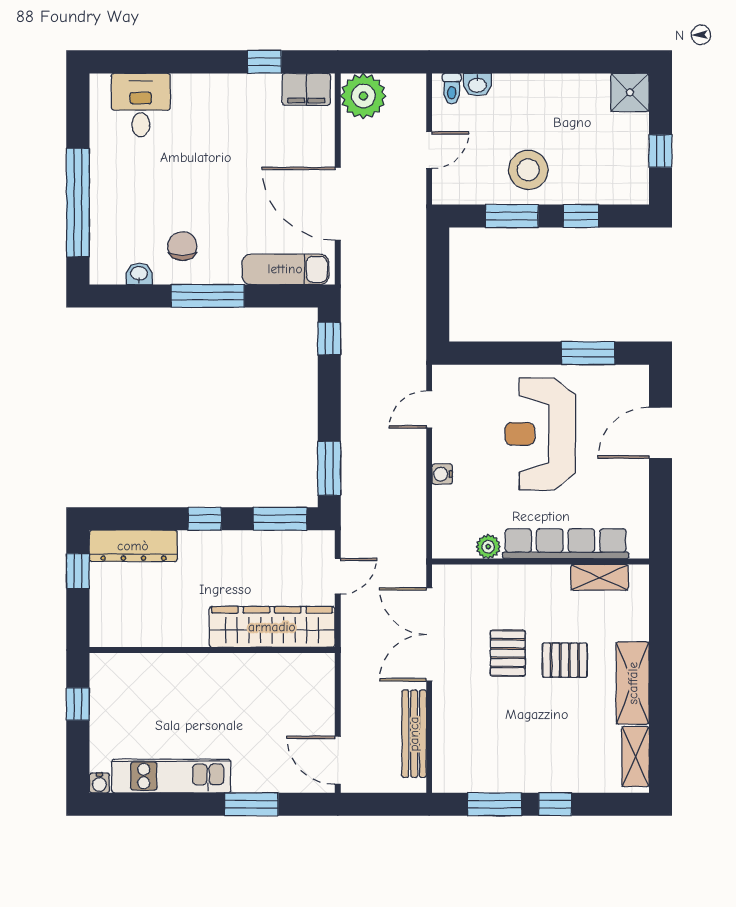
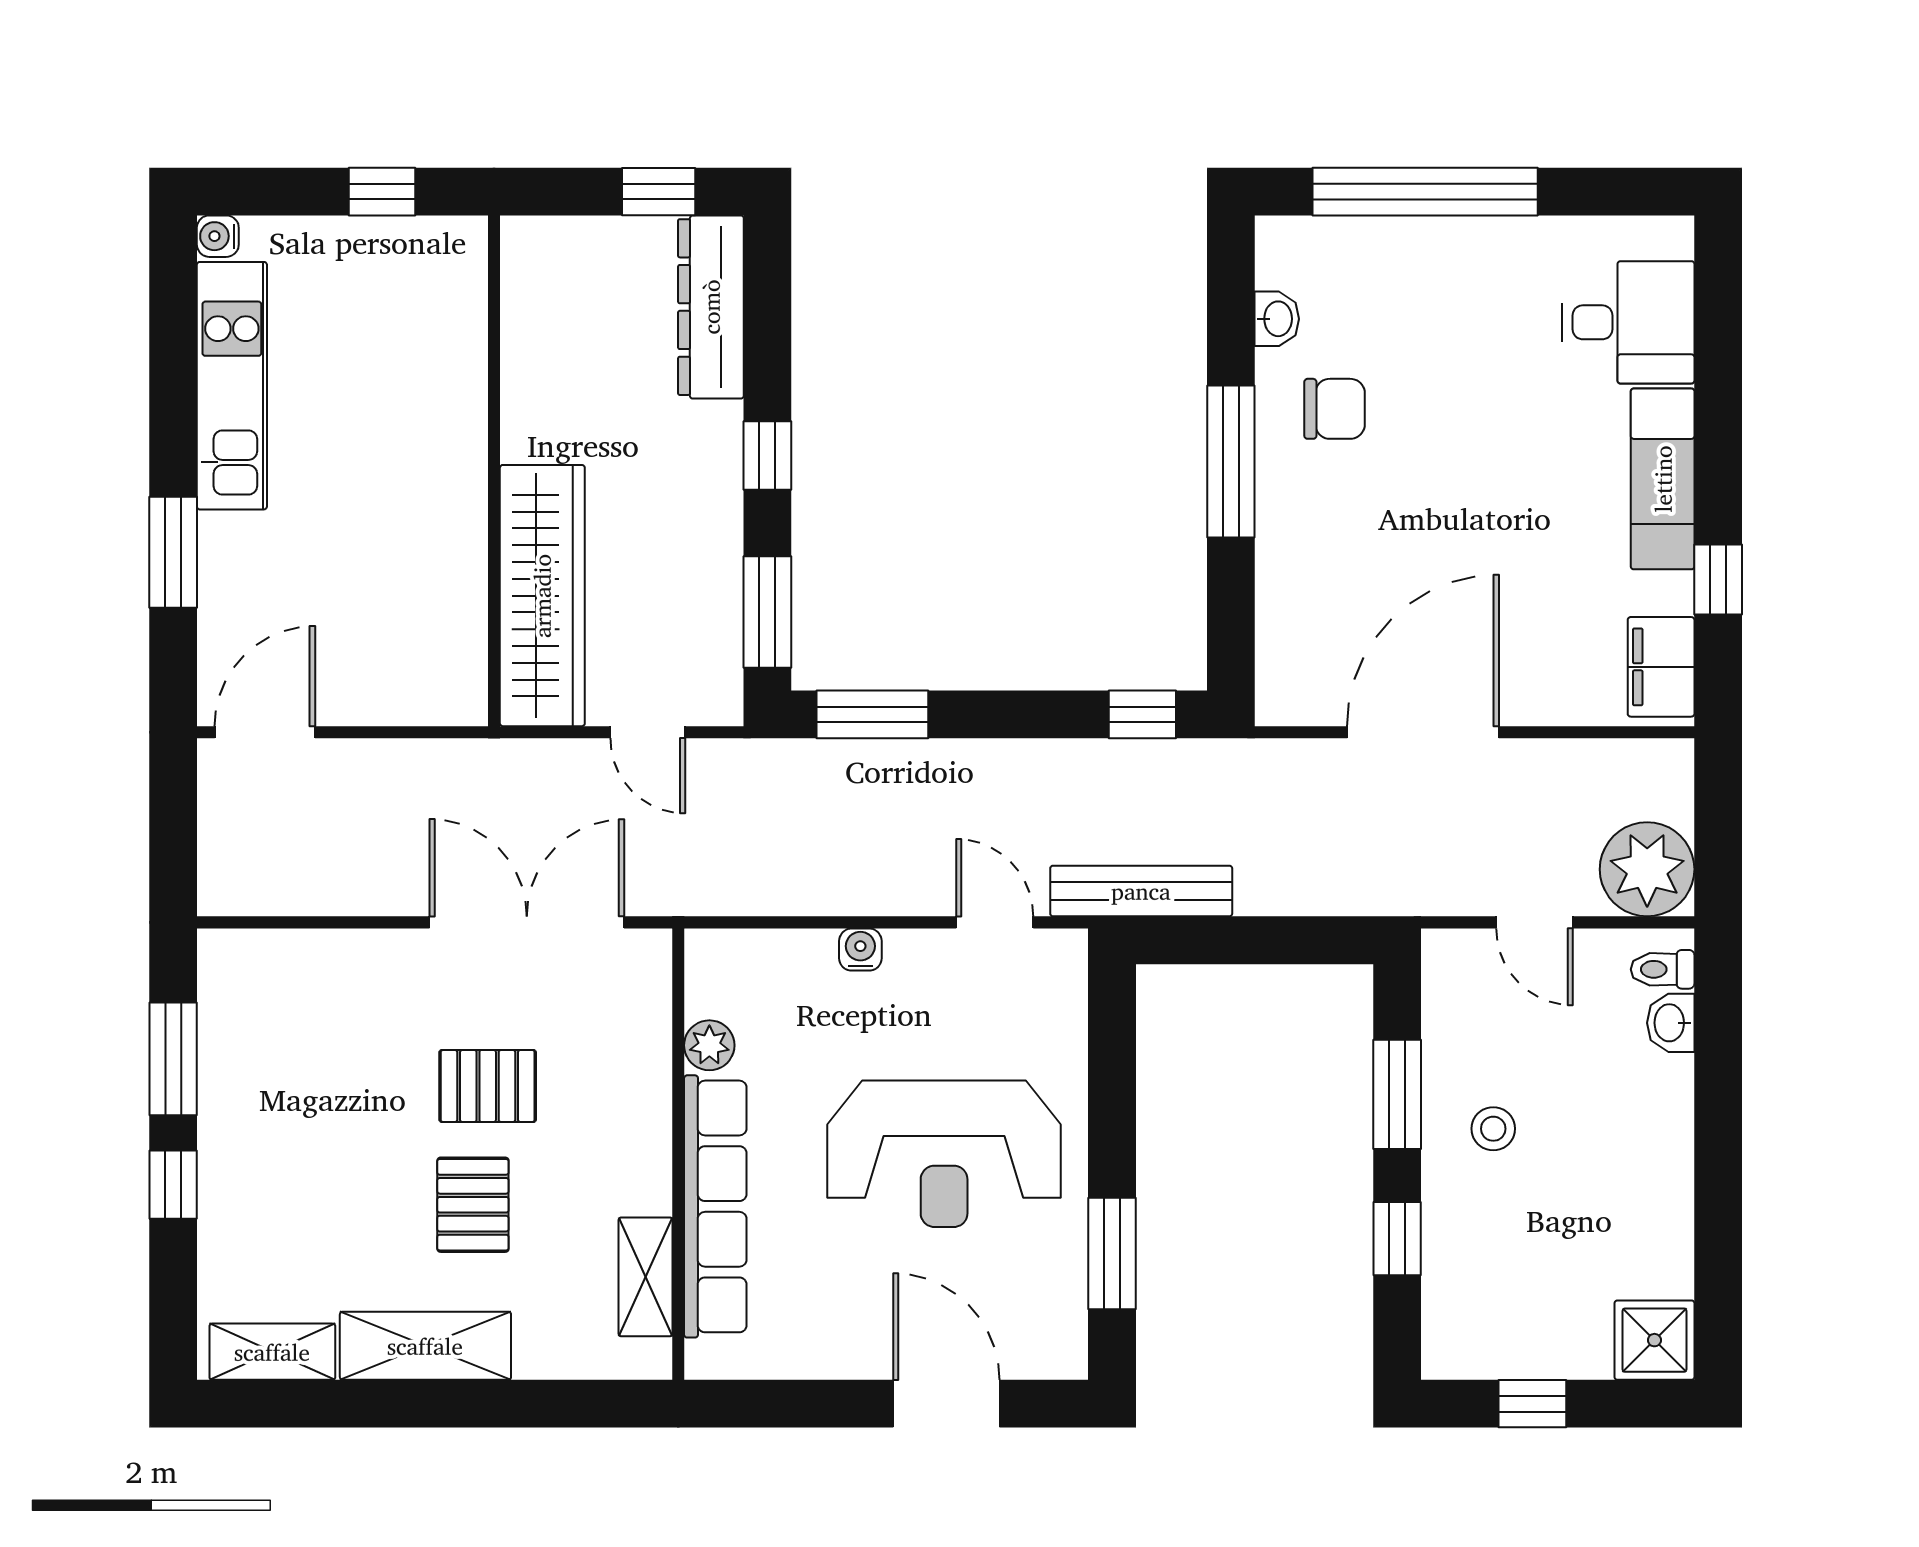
plant: (363, 96) -> (1647, 869), moved
stool: (528, 170) -> (1493, 1129), width x0.53, depth x0.53
exam couch: (285, 269) -> (1663, 479), moved, turned 180
reception desk: (540, 434) -> (944, 1154), turned 180
bench: (414, 734) -> (1141, 891), moved

